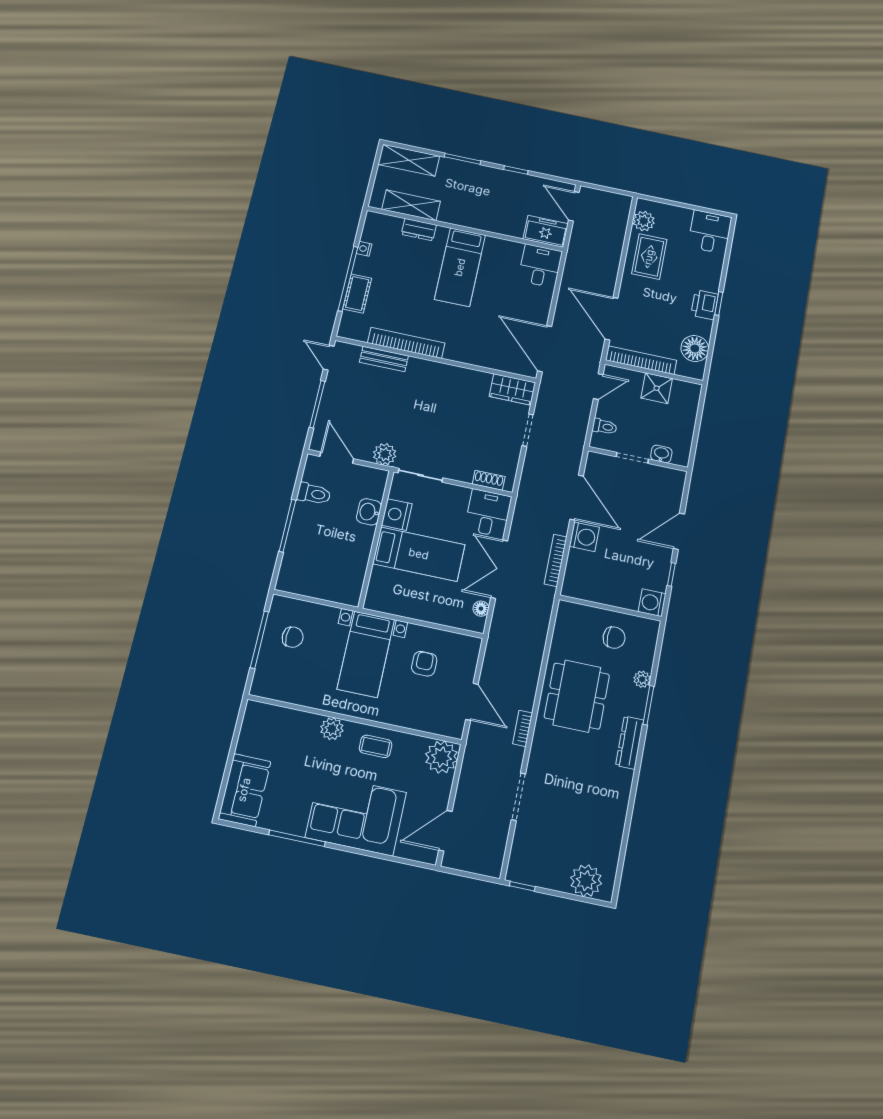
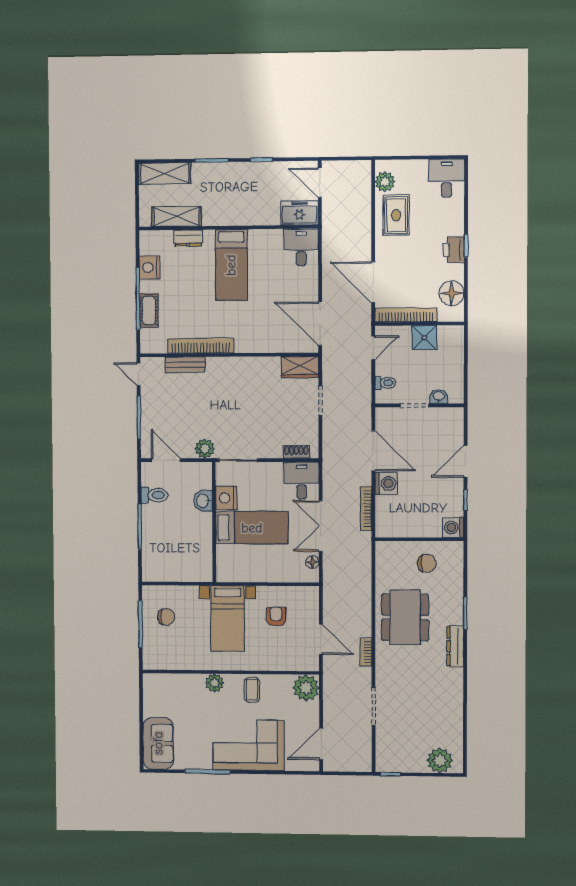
nightstand: (364, 249) -> (150, 267), width x1.89, depth x1.79
plant: (642, 679) -> (456, 593), removed
coffee table: (376, 746) -> (252, 690), turned 90

